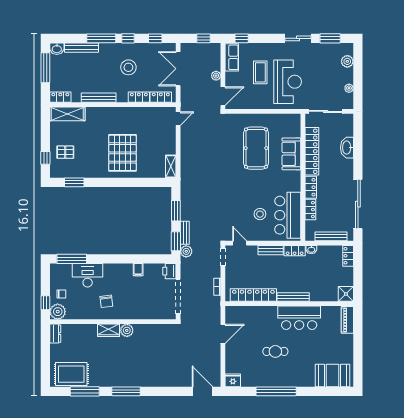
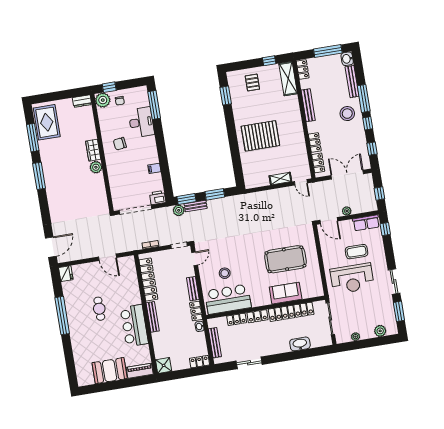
stool: (128, 67) -> (347, 114), moved
window: (45, 158) -> (269, 61), moved
shelving: (171, 166) -> (280, 179), moved
sliding door: (358, 204) -> (249, 363), width x0.54
booth: (332, 375) -> (110, 371), moved, turned 90

